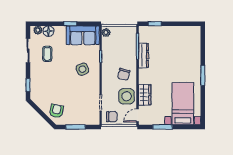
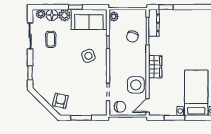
plant: (60, 31) -> (64, 15), added
dresser: (143, 55) -> (154, 23), moved
chair: (124, 74) -> (132, 36), moved
wardrobe: (145, 95) -> (155, 67), moved

